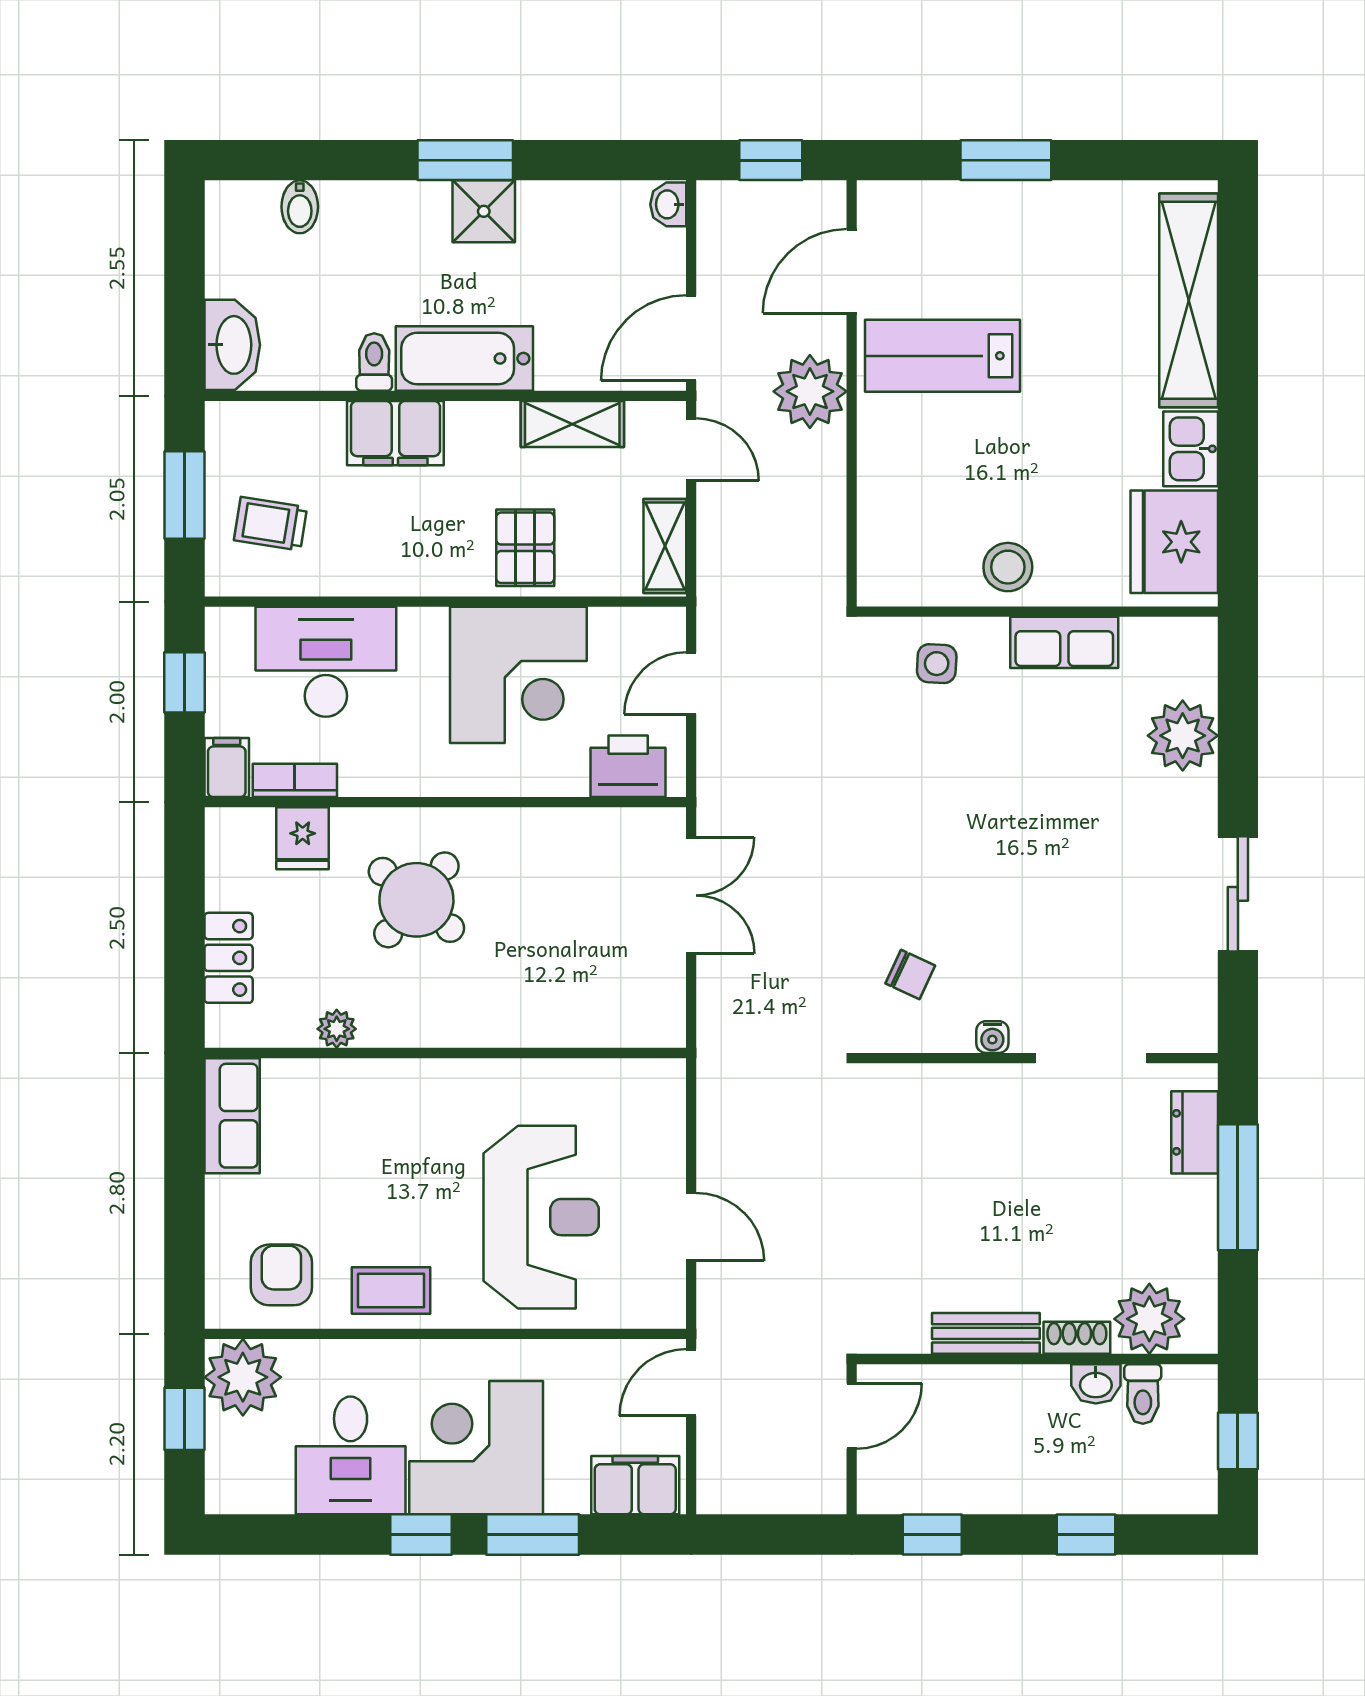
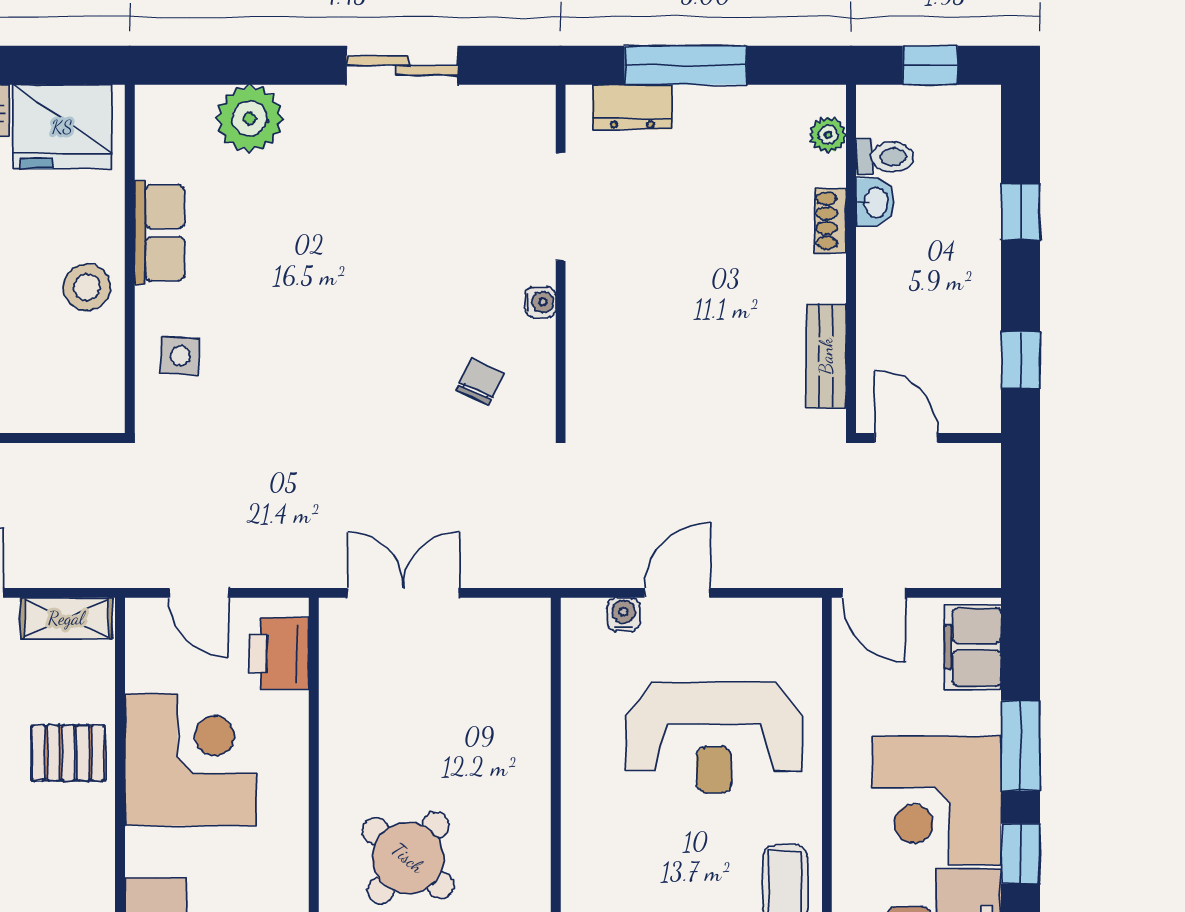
water cooler: (669, 1123) -> (624, 614), added
reception desk: (541, 1217) -> (714, 738), turned 180
door: (691, 1227) -> (677, 593), moved
plant: (1149, 1319) -> (828, 135), width x0.53, depth x0.53
bench: (986, 1333) -> (826, 356), moved

